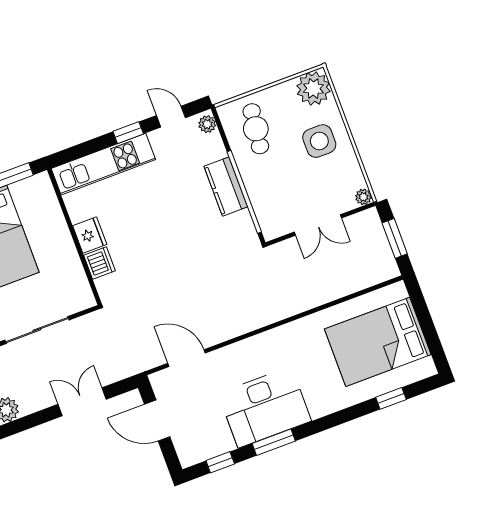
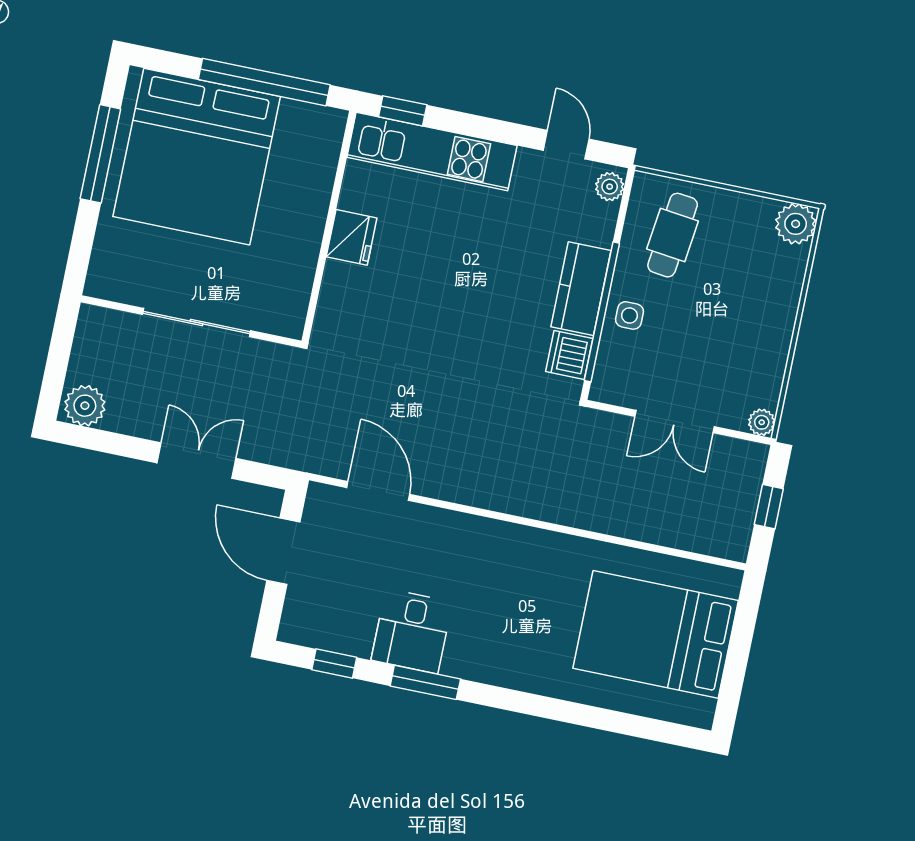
plant: (313, 88) -> (796, 224), width x0.73, depth x0.73
window: (128, 133) -> (403, 111), moved
side table: (319, 141) -> (630, 315), moved, width x0.54, depth x0.54
window: (395, 238) -> (769, 507), width x0.67
dishwasher: (99, 263) -> (569, 355), moved, turned 180
window: (391, 398) -> (625, 724), removed
desk: (265, 407) -> (412, 631), width x0.53, depth x0.77

